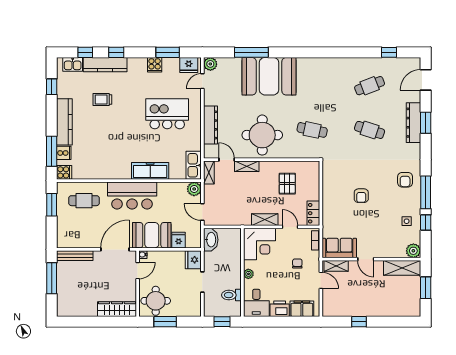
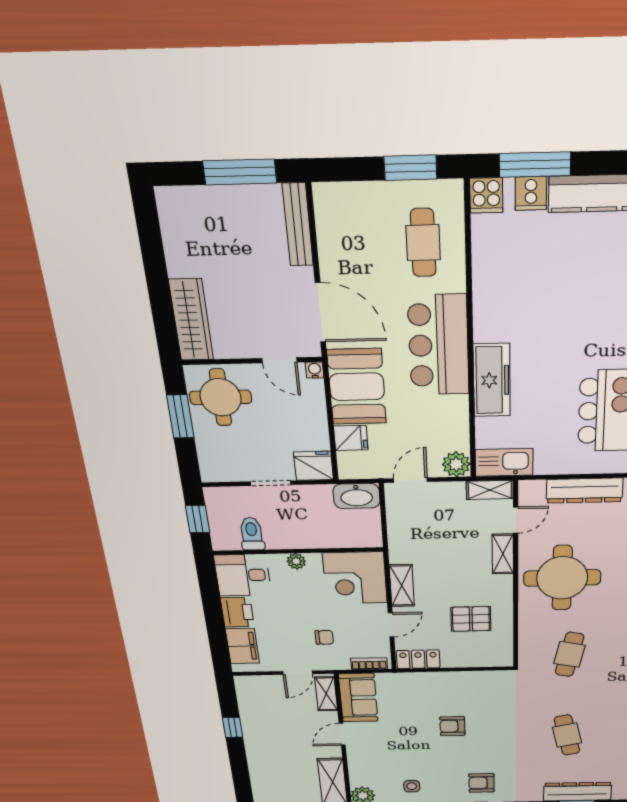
cafe table: (370, 130) -> (567, 735), turned -30

